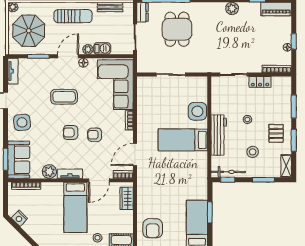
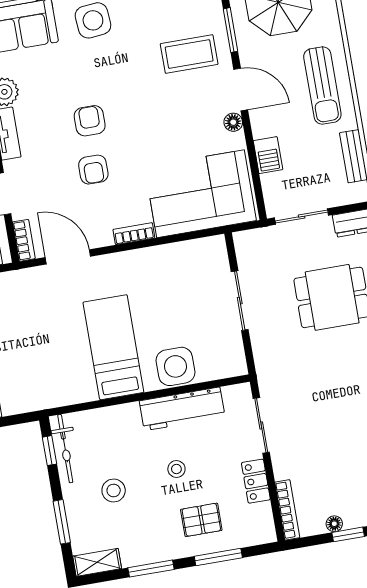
plant: (88, 49) -> (261, 127), removed
coffee table: (64, 97) -> (189, 54), moved, turned 90
pallet: (276, 133) -> (201, 520), moved
armchair: (95, 135) -> (93, 170), turned 180
workbench: (219, 135) -> (182, 409), moved

